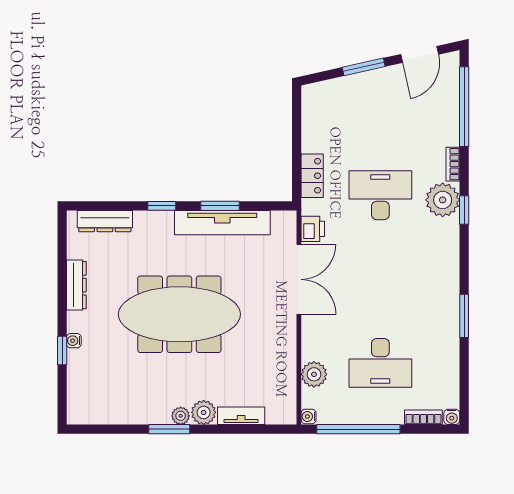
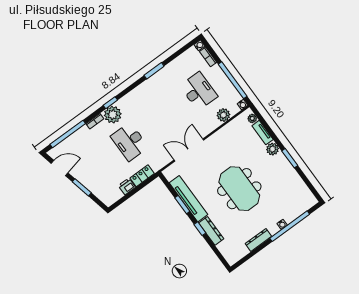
dresser: (105, 221) -> (211, 231), moved
printer: (313, 229) -> (127, 186), moved
meeting table: (179, 314) -> (239, 189), width x0.73
window: (62, 350) -> (290, 226), width x3.17
plant: (181, 416) -> (252, 118), moved

